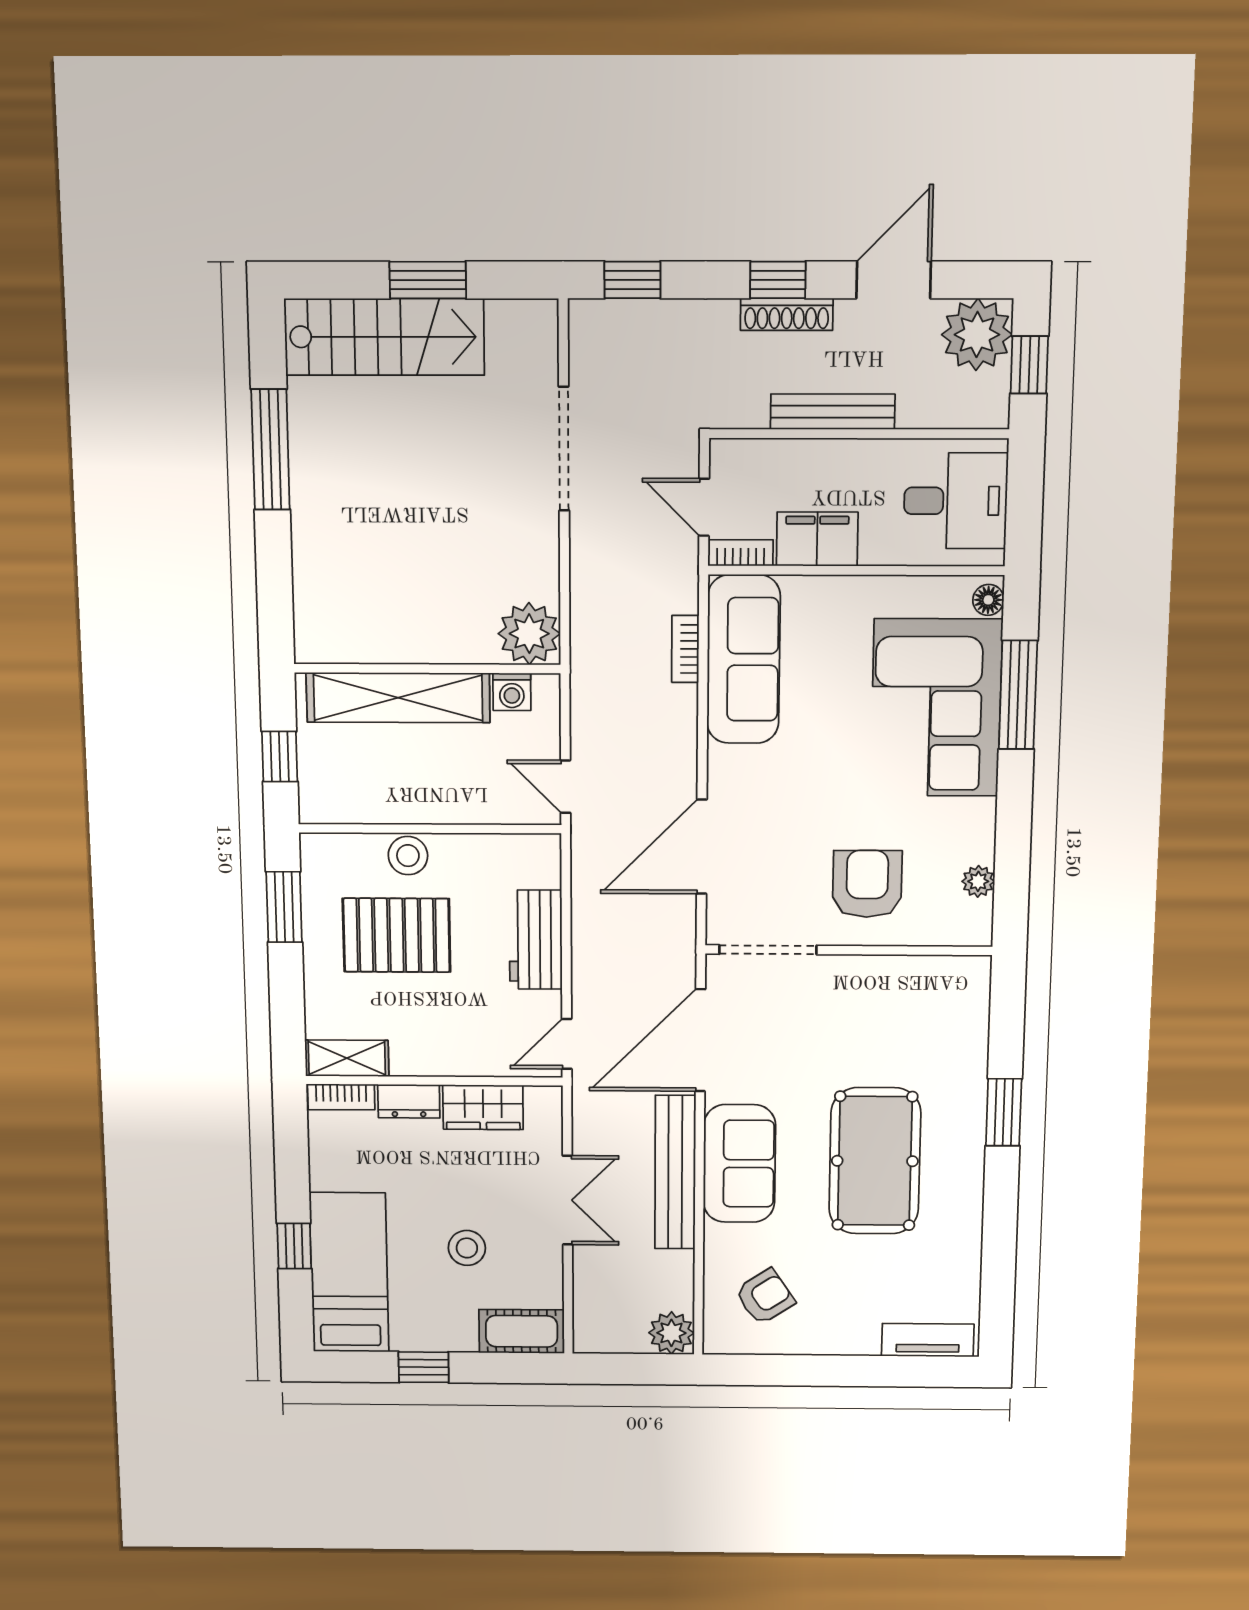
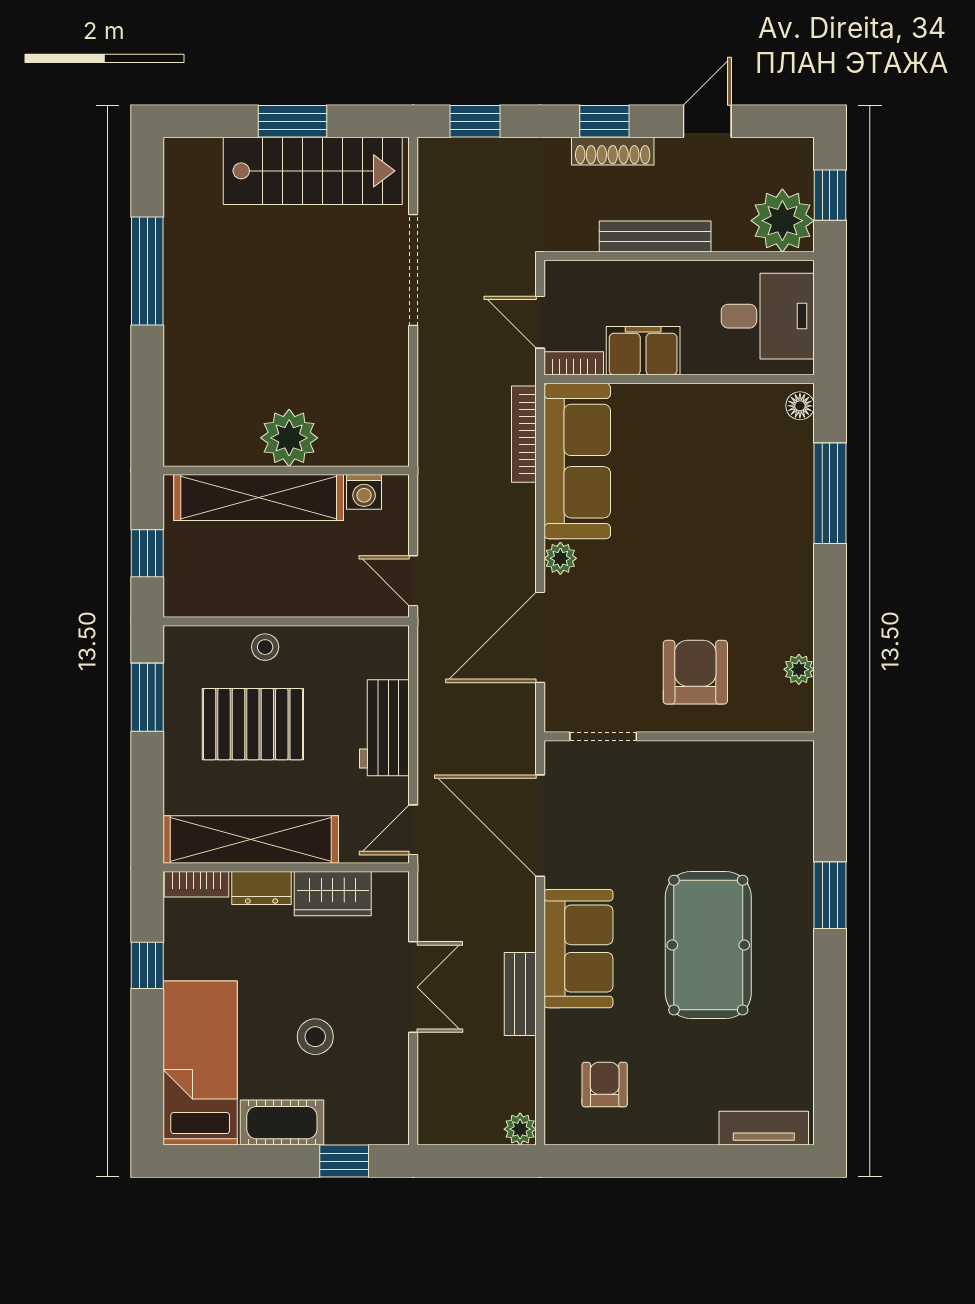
door: (894, 280) -> (707, 121), width x0.73
plant: (977, 335) -> (782, 221), moved
stairs: (384, 337) -> (313, 171), moved
plant: (529, 634) -> (289, 438), moved
bookcase: (685, 649) -> (524, 434), width x1.56
corner sofa: (936, 708) -> (755, 506), removed
plant: (724, 764) -> (560, 558), added
stool: (408, 856) -> (265, 647), width x0.73, depth x0.73
doorway: (768, 950) -> (603, 736), width x0.73
door: (700, 1040) -> (540, 826), hinge flipped
shelving: (347, 1058) -> (251, 840), width x2.20, depth x1.33
bench: (675, 1172) -> (520, 994), width x0.54, depth x0.82
window: (294, 1246) -> (147, 965), moved
armchair: (765, 1297) -> (605, 1085), turned -56
cot: (522, 1331) -> (282, 1123), moved
plant: (671, 1333) -> (520, 1129), width x0.73, depth x0.73
window: (424, 1367) -> (344, 1161), moved

